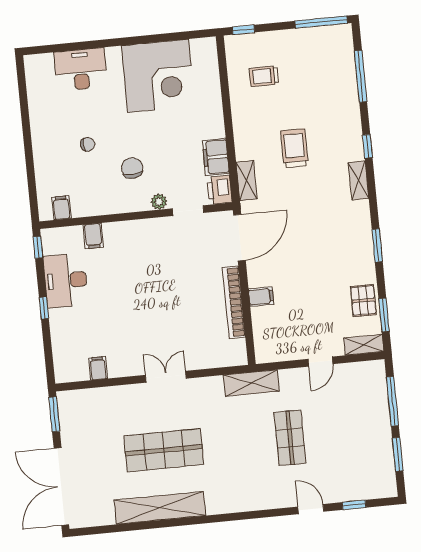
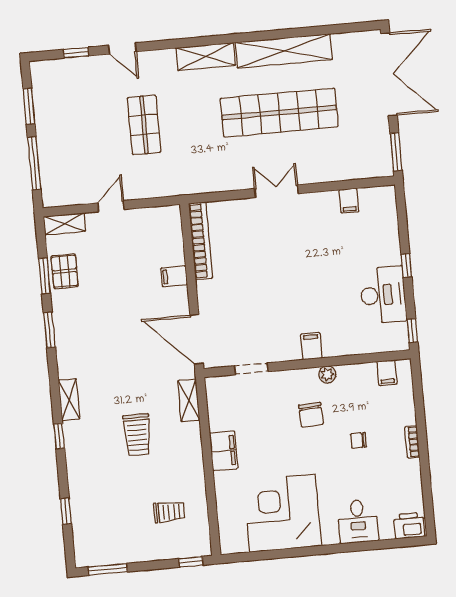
window: (321, 22) -> (108, 569), width x0.69
desk: (81, 69) -> (358, 521), width x0.73
window: (361, 76) -> (66, 511), width x0.46
bookcase: (37, 143) -> (412, 442), added
filing cabinet: (216, 157) -> (224, 451), moved
printer: (219, 190) -> (409, 526), moved, turned -90
plant: (159, 202) -> (327, 374), moved
filing cabinet: (93, 236) -> (311, 346), moved
door: (239, 238) -> (197, 339), hinge flipped
bookcase: (234, 302) -> (201, 241), moved
window: (384, 315) -> (44, 276), moved
double door: (166, 377) -> (276, 191), swing flipped
shelving: (251, 383) -> (206, 57), moved
shop shelf: (164, 450) -> (279, 113), width x1.40

